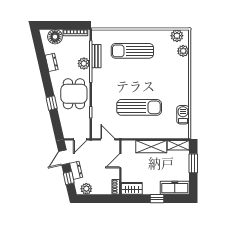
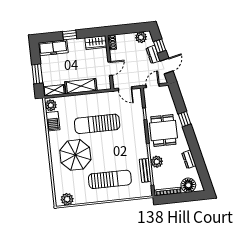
plant: (183, 51) -> (51, 105), moved
parasol: (164, 79) -> (75, 155), added

